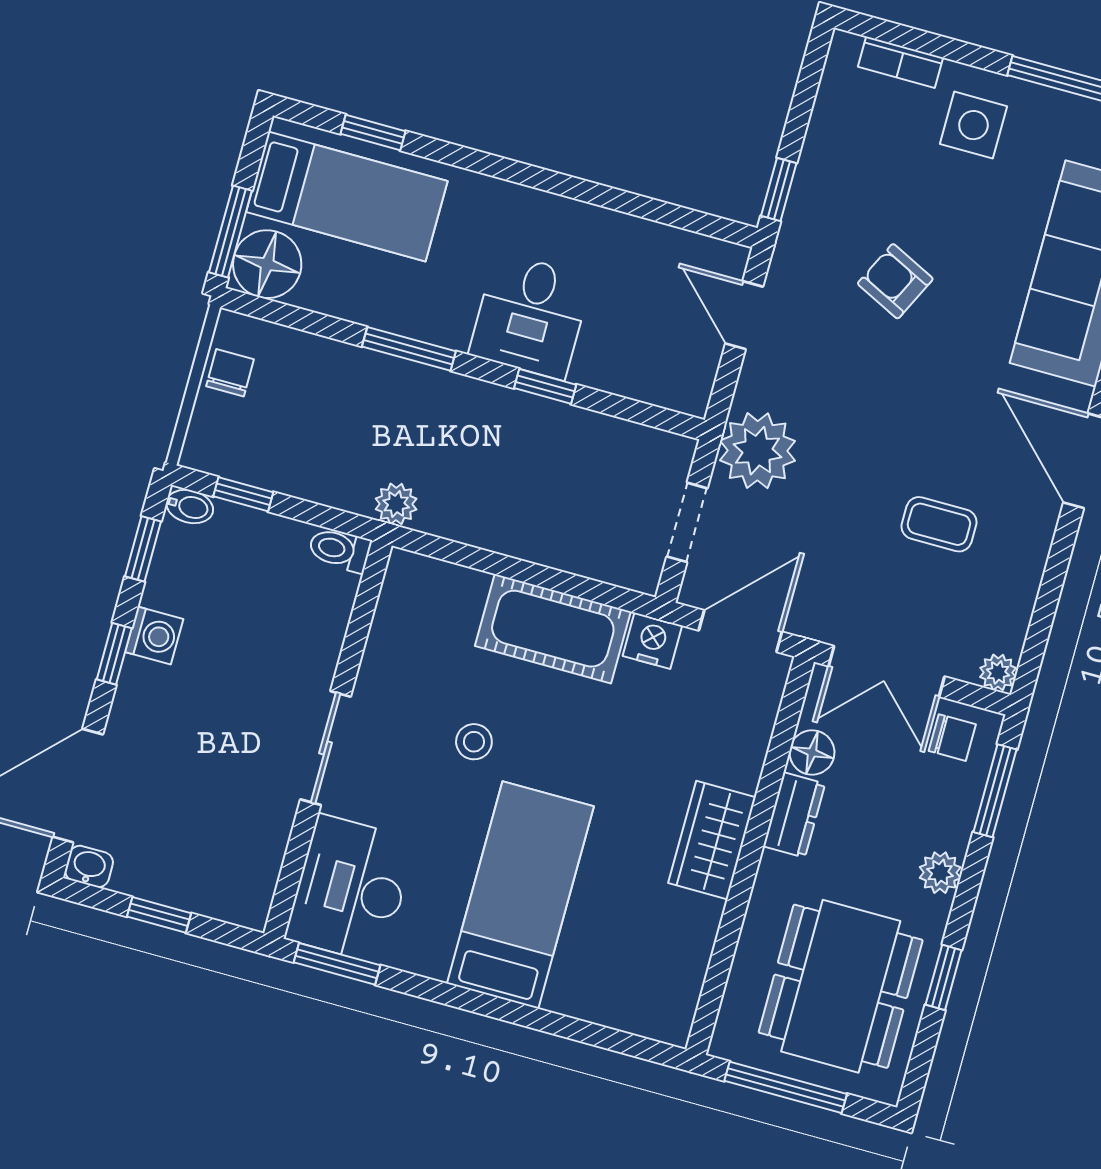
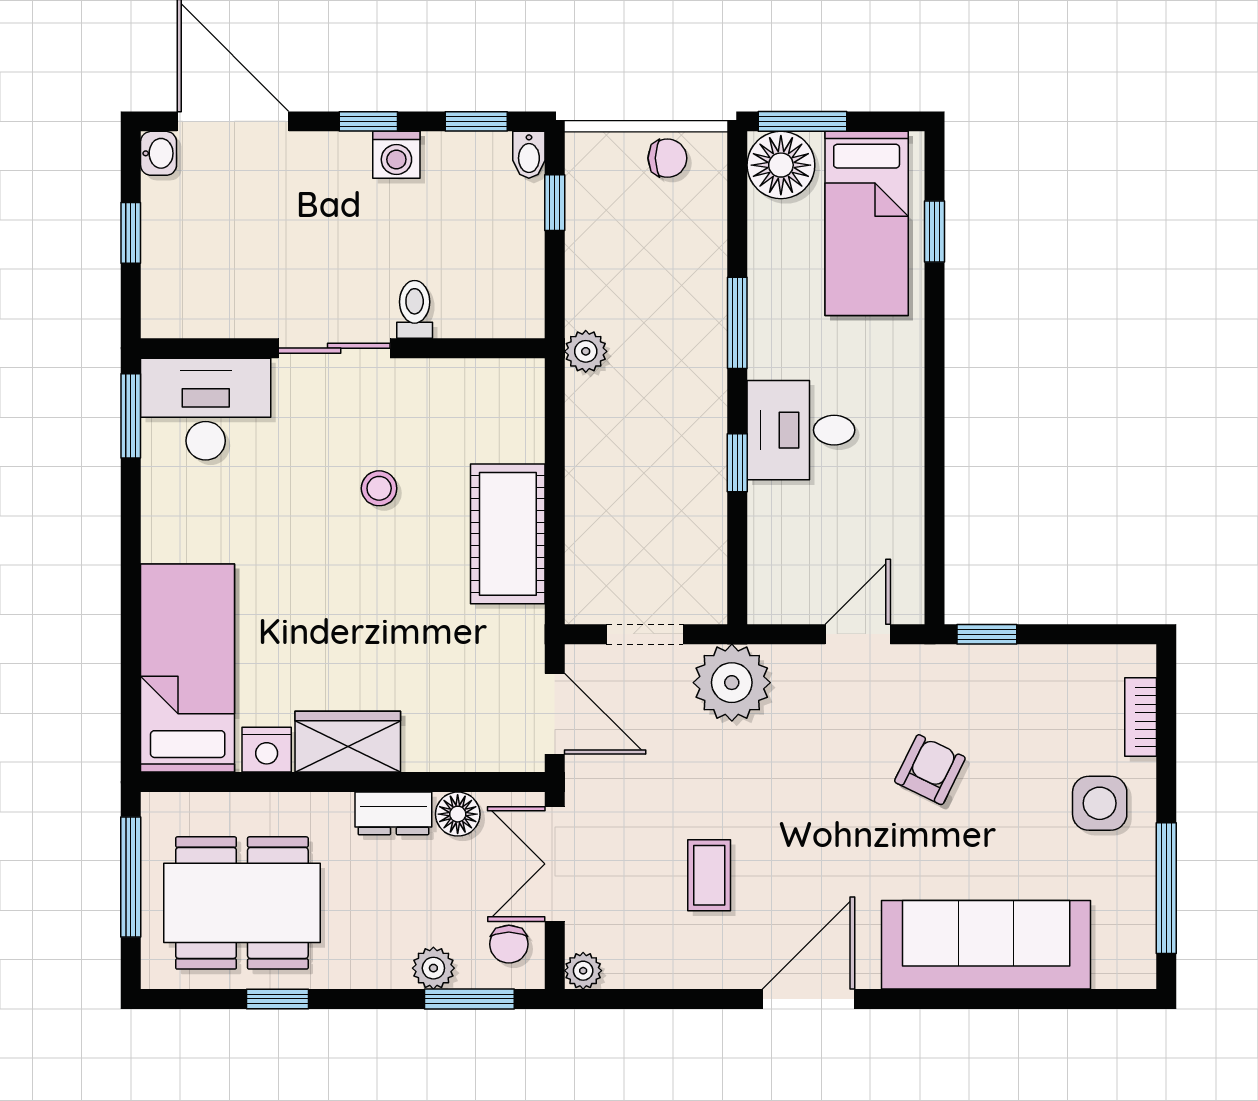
toilet: (340, 550) -> (415, 309), moved
nightstand: (652, 641) -> (267, 750), moved, turned 90
plant: (940, 873) -> (433, 968), moved
bed: (520, 895) -> (188, 668), moved, turned -90

